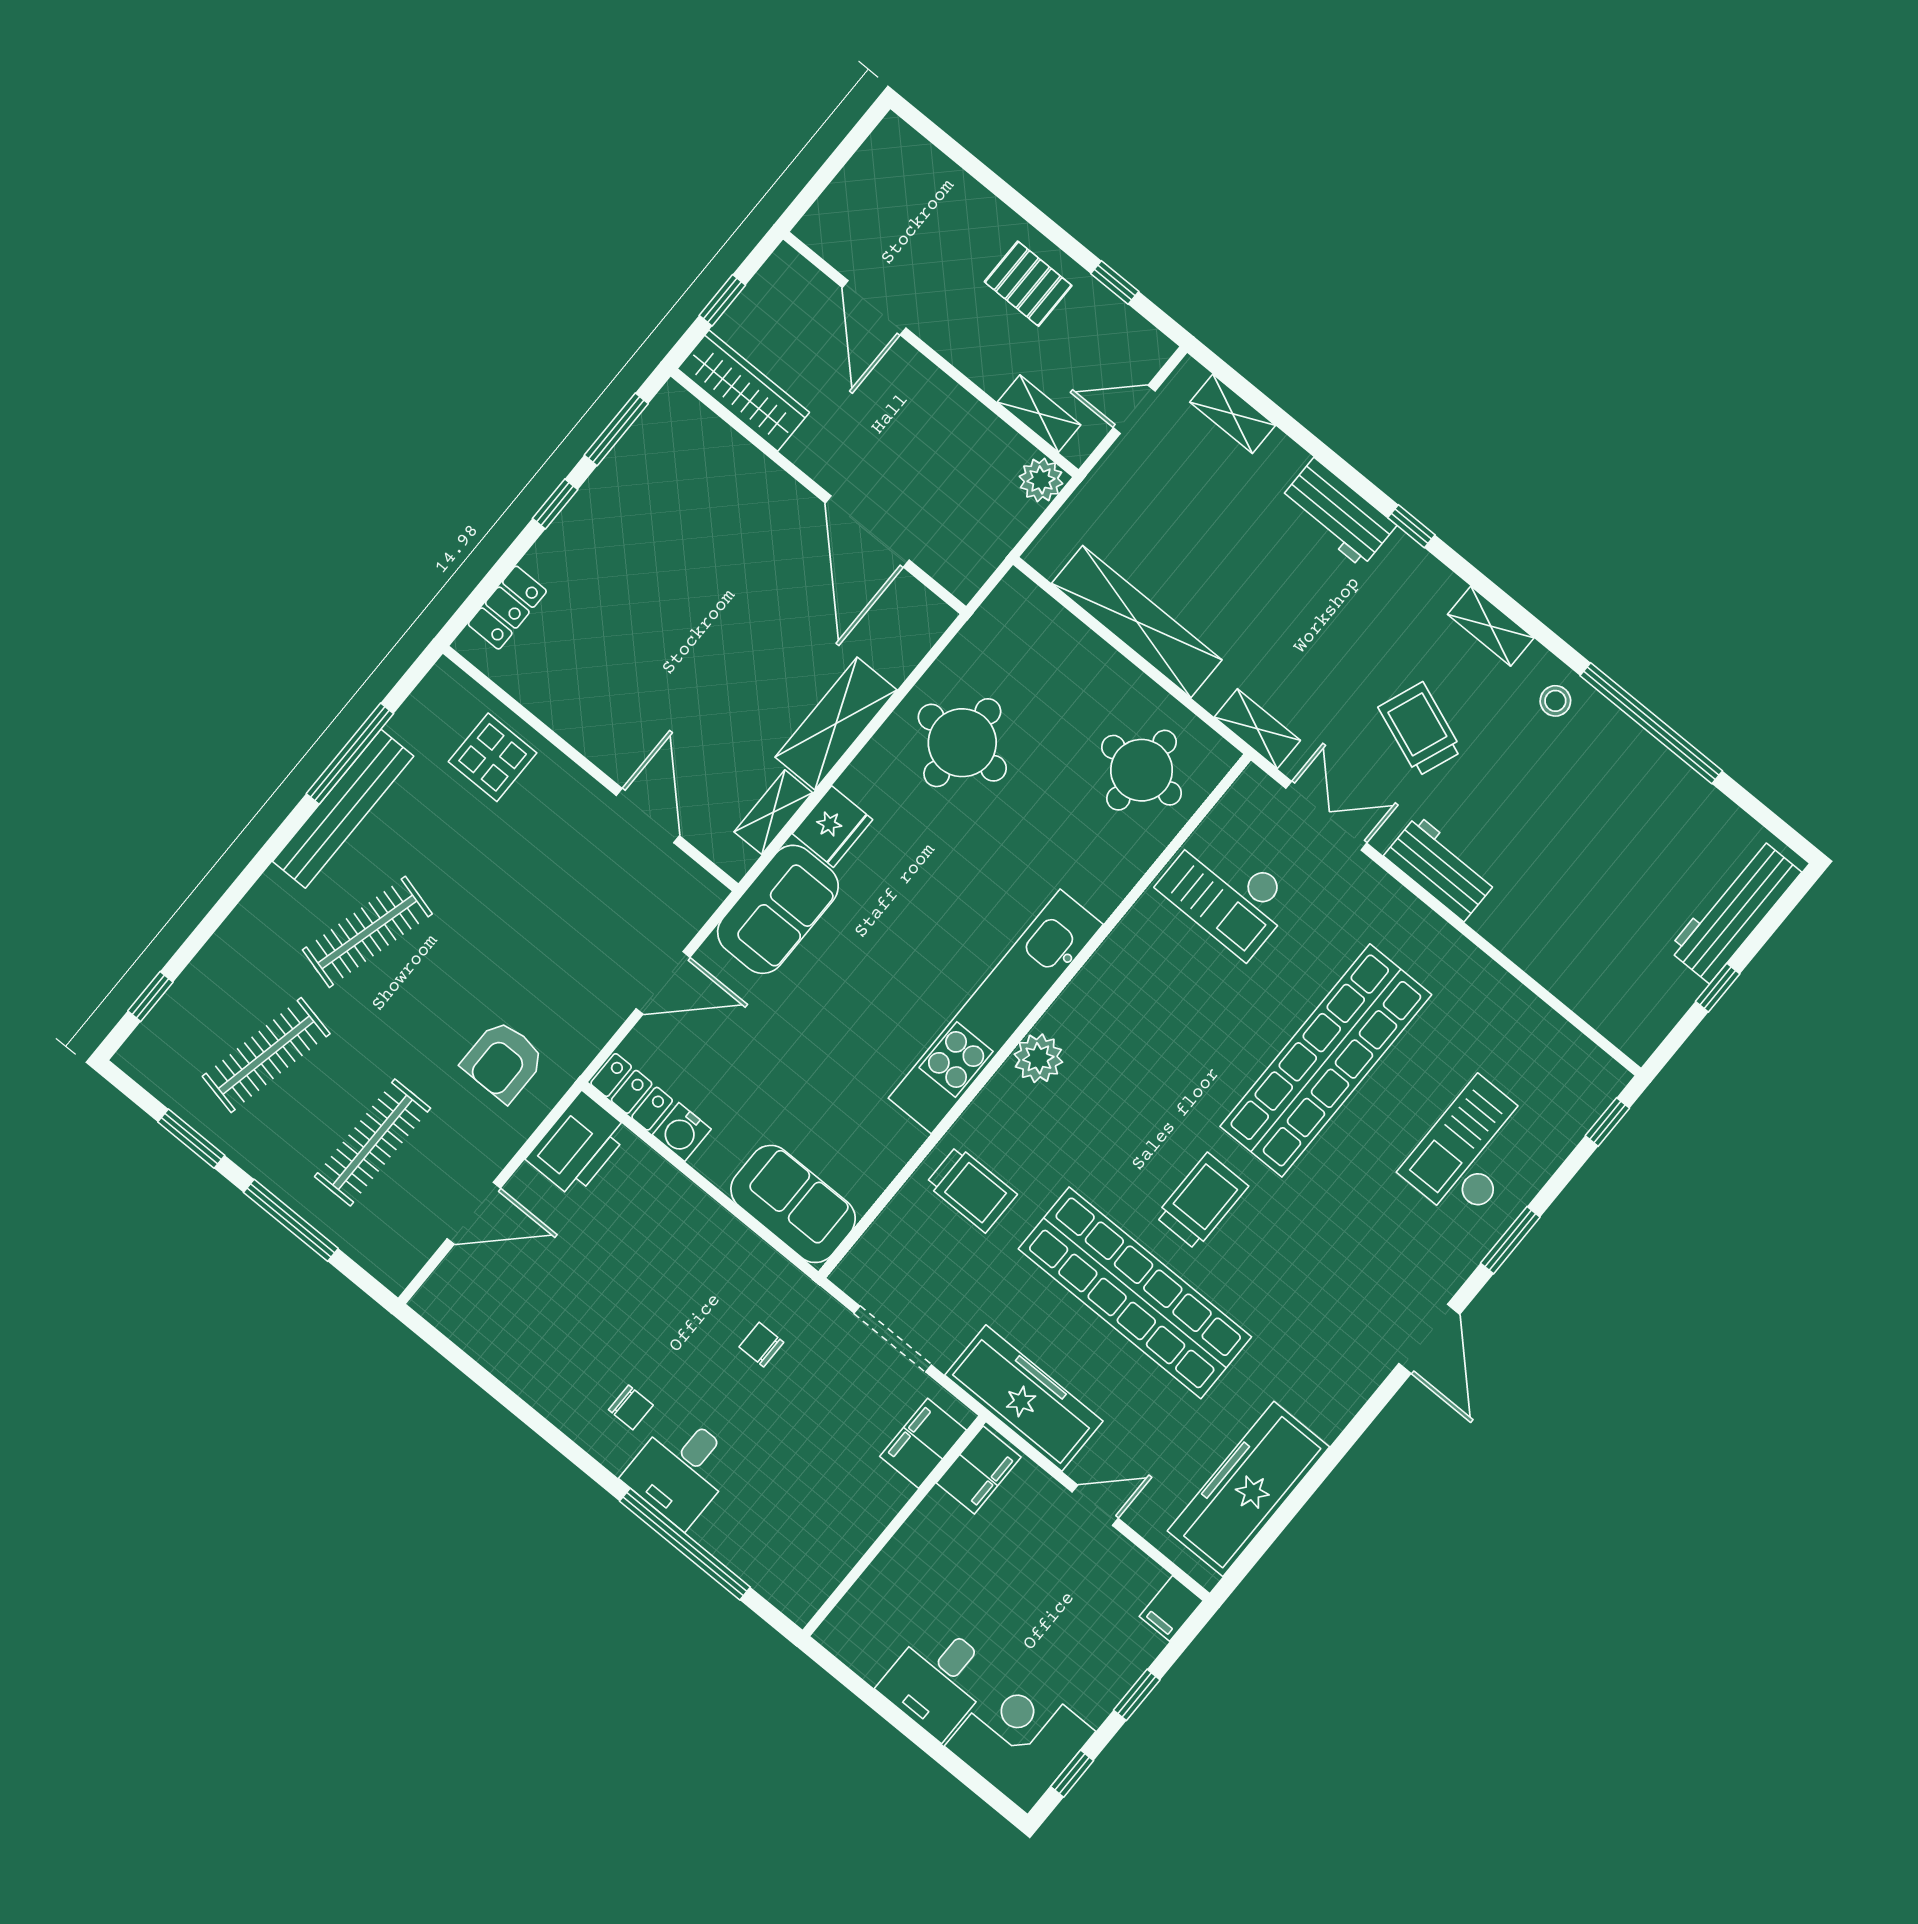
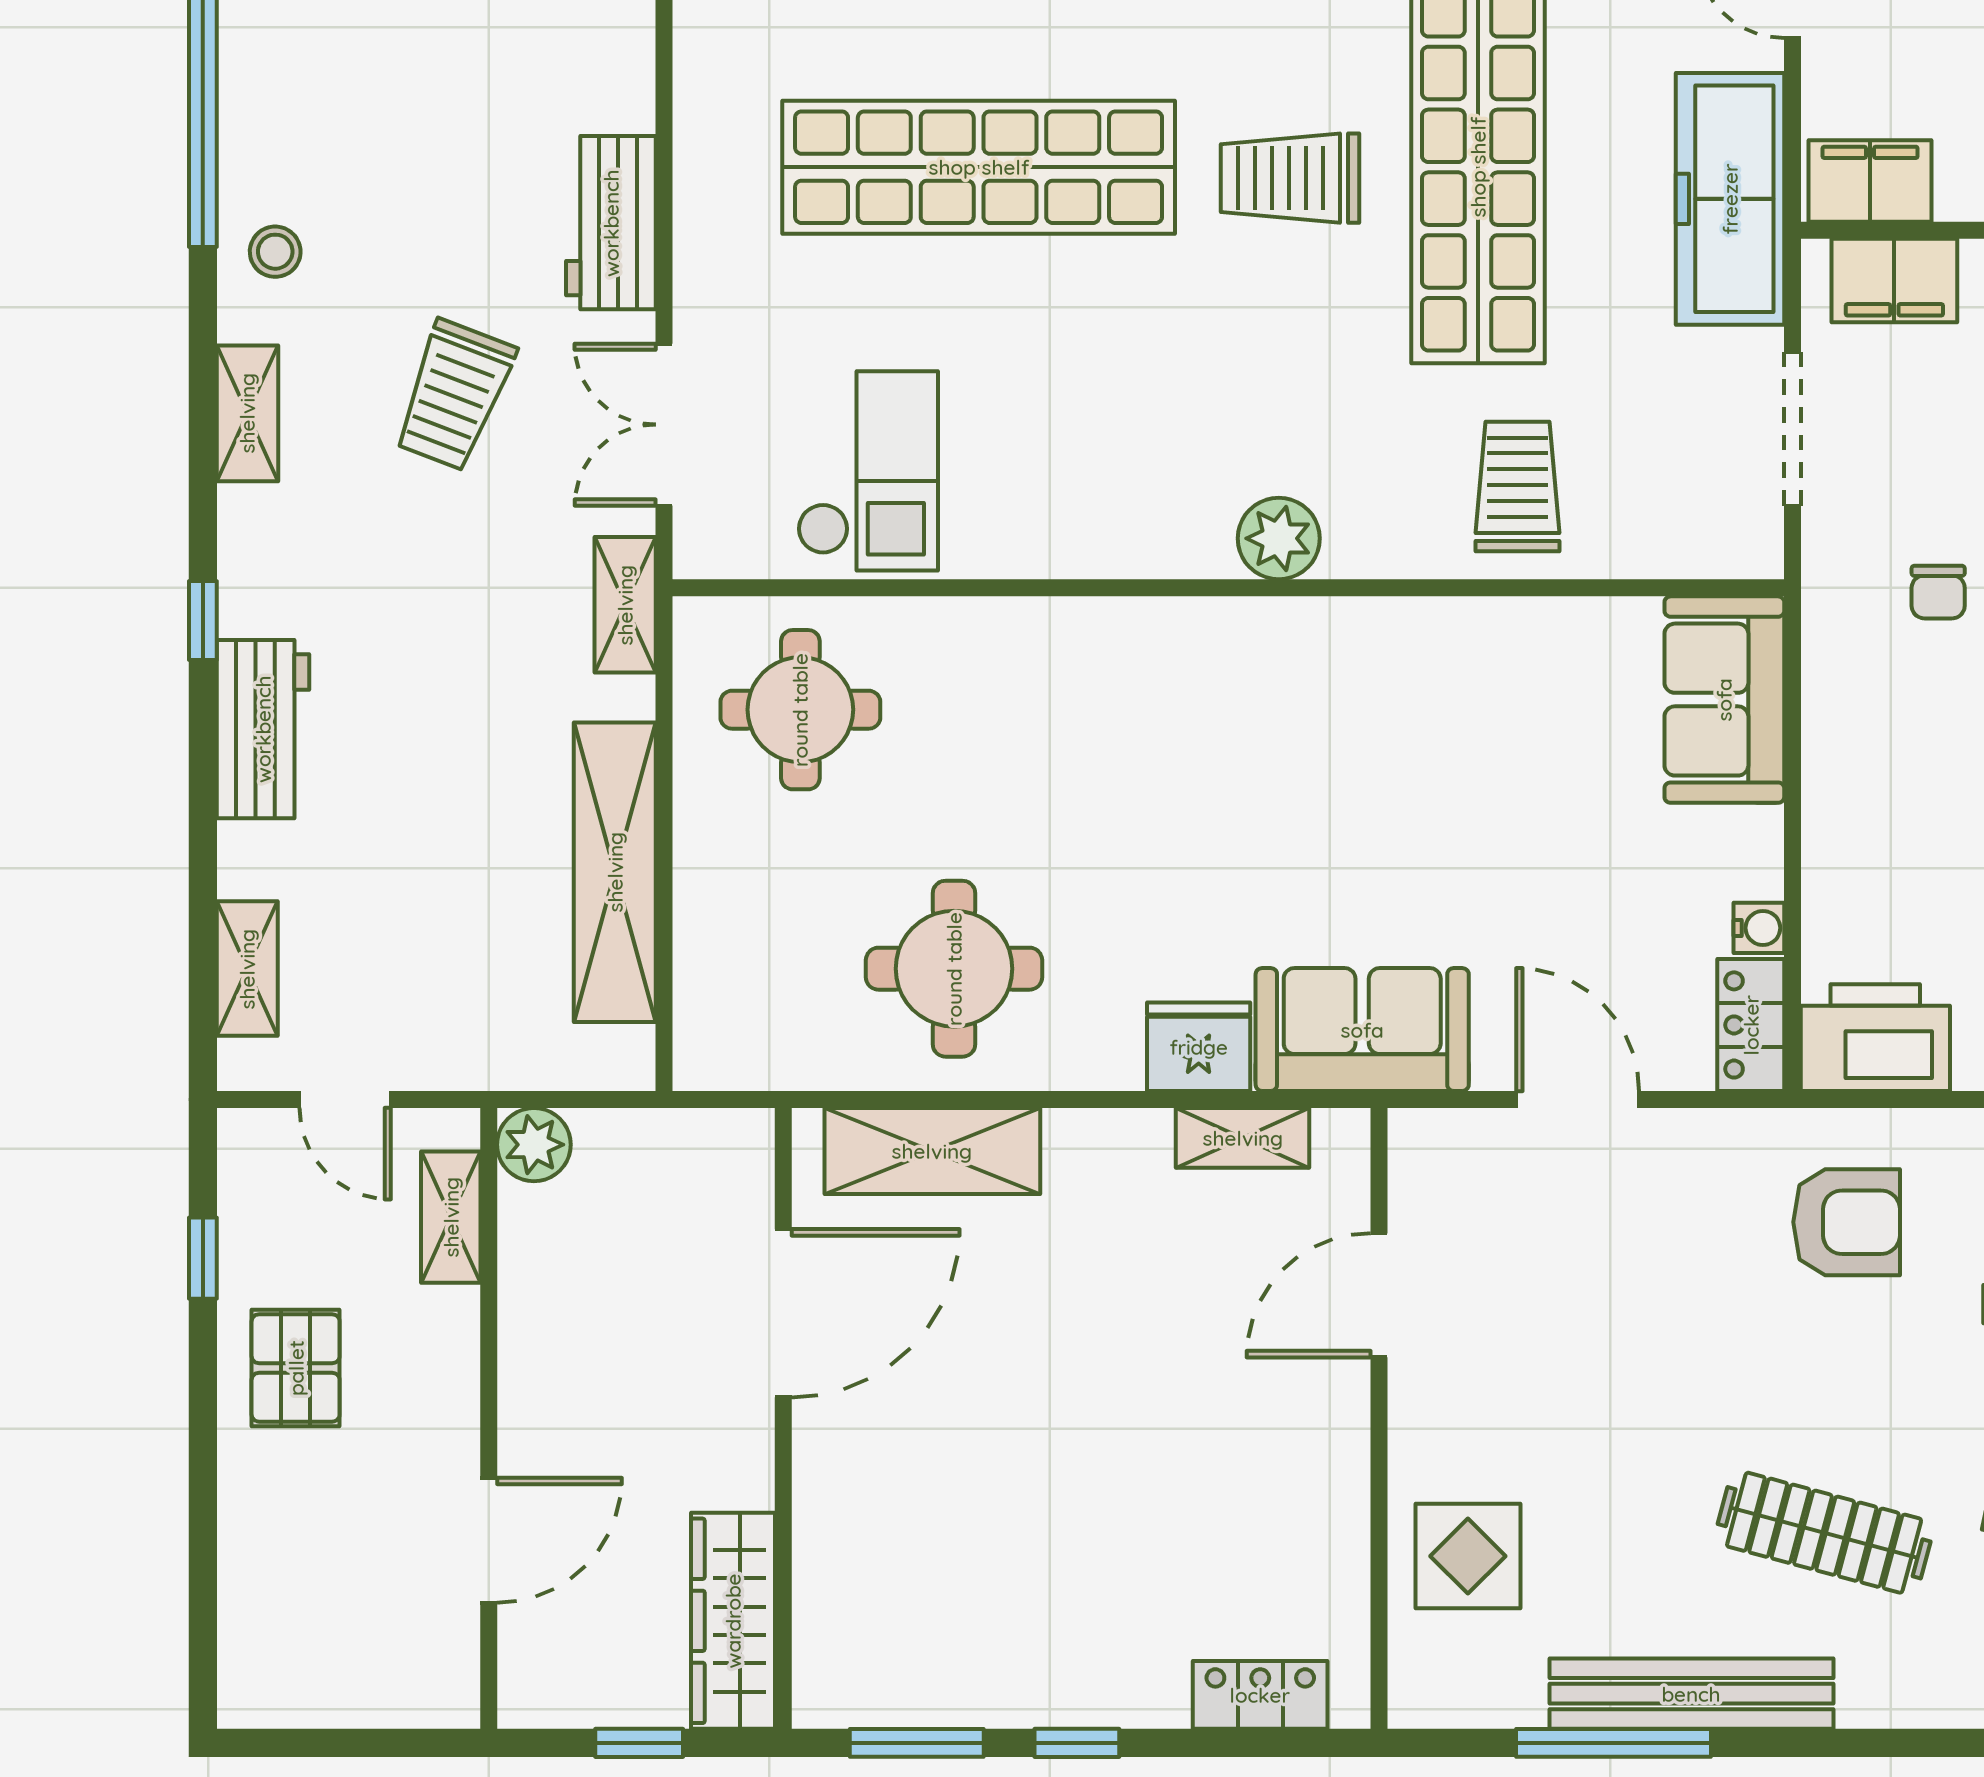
shelving: (836, 724) -> (932, 1151), moved
kitchen unit: (996, 1011) -> (1264, 643), removed
water cooler: (682, 1132) -> (1759, 928), width x0.72, depth x0.72

